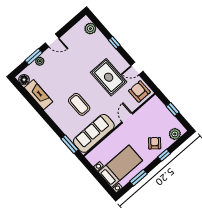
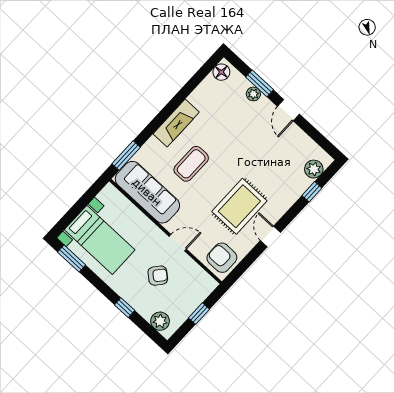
window: (114, 43) -> (312, 192), moved
door: (137, 68) -> (270, 236), moved
armchair: (139, 91) -> (222, 258), turned -90
fireplace: (38, 95) -> (176, 123), moved
armchair: (155, 143) -> (158, 276), moved
window: (138, 178) -> (72, 258), moved

